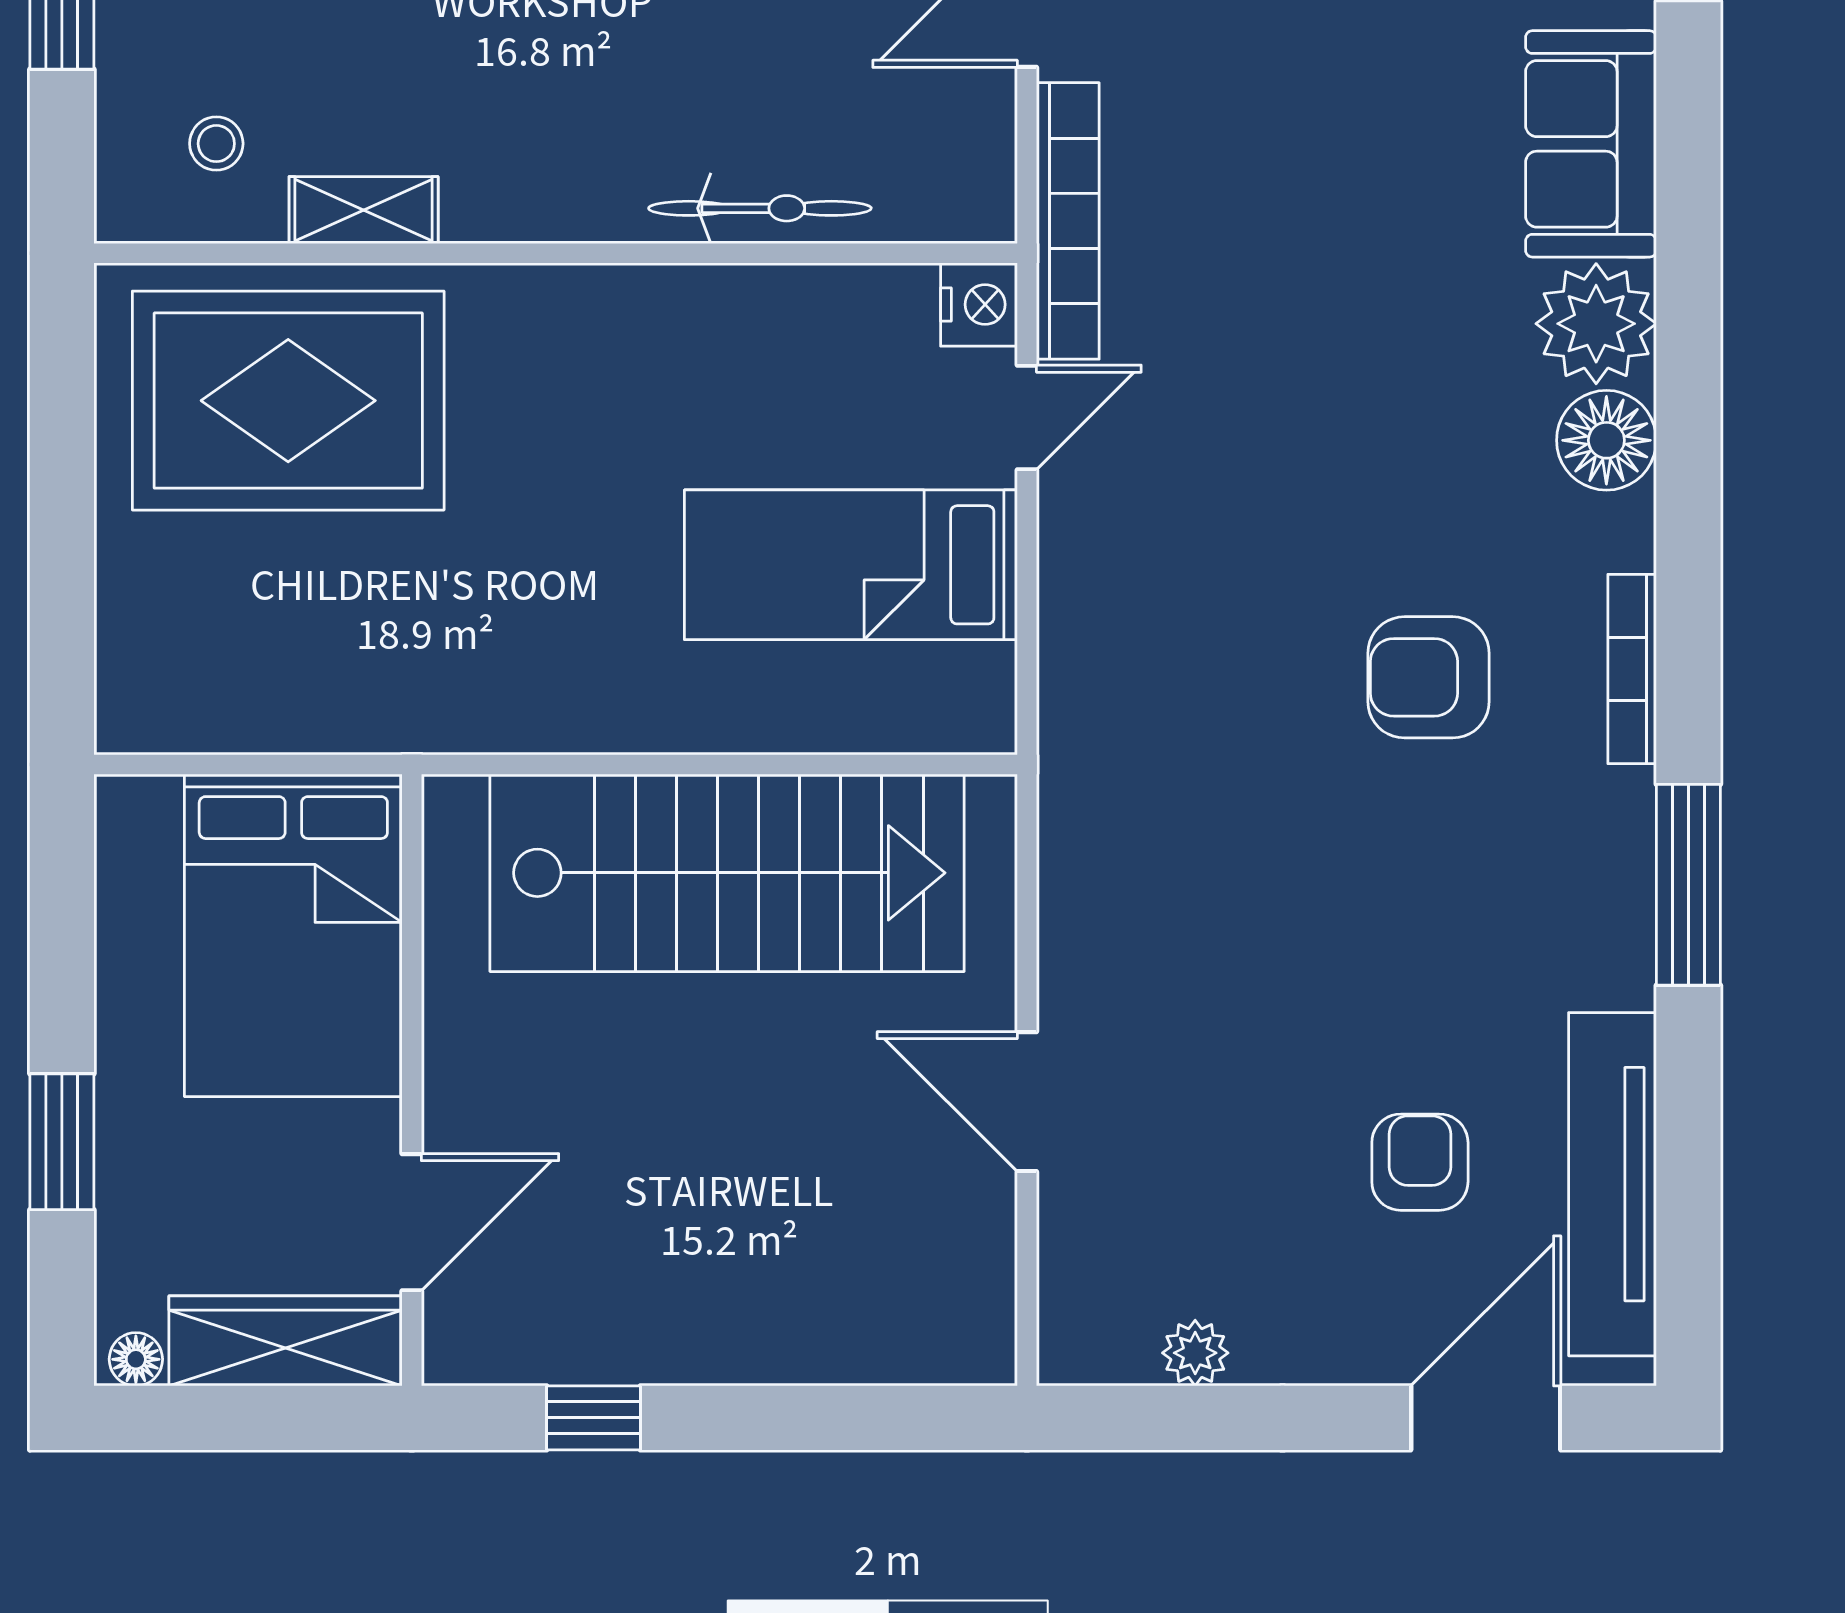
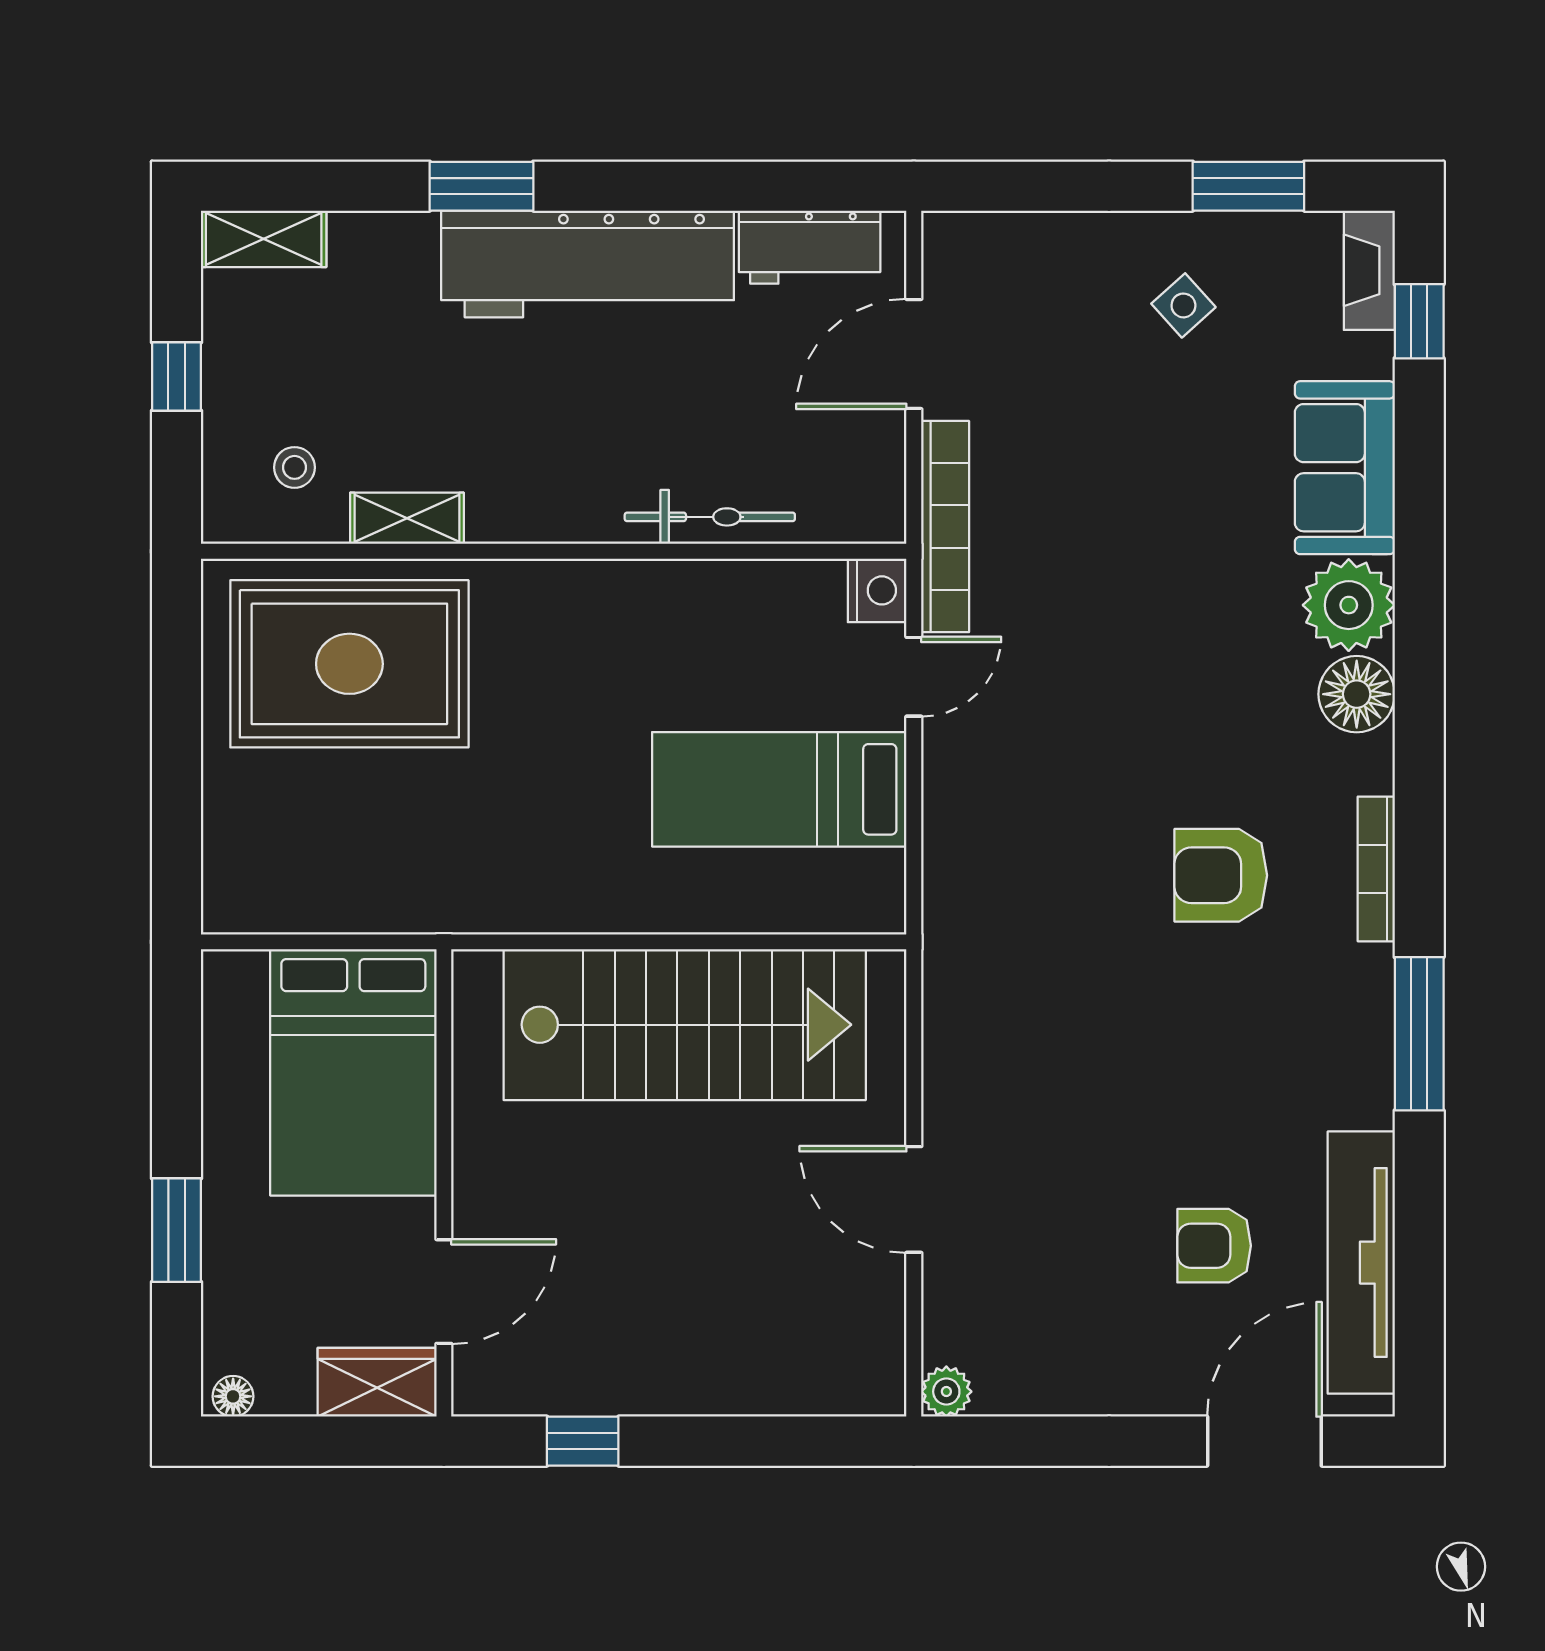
armchair: (1420, 1162) -> (1214, 1246), turned -90
wardrobe: (286, 1341) -> (377, 1382), width x0.67
plant: (1195, 1353) -> (946, 1392), moved

